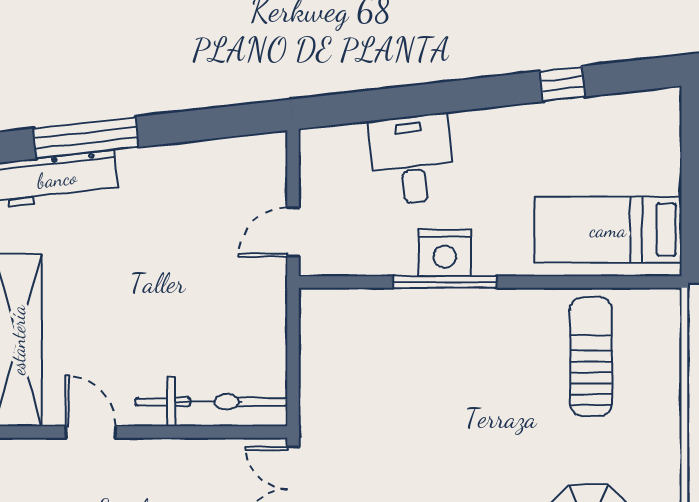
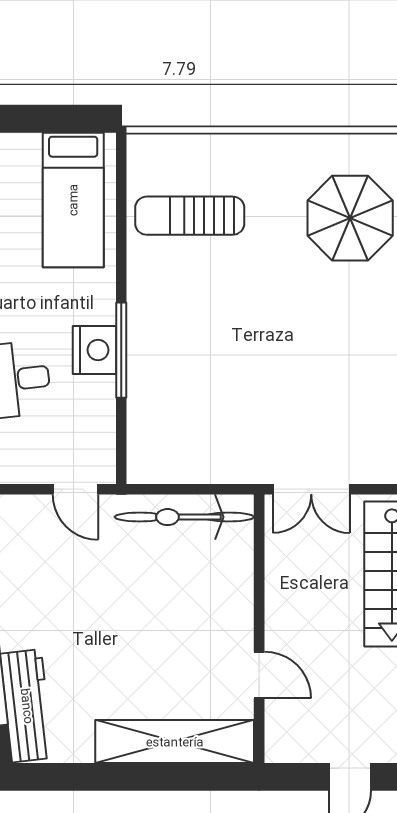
bicycle: (211, 402) -> (184, 517), moved, turned -90
door: (91, 432) -> (259, 675), swing flipped

